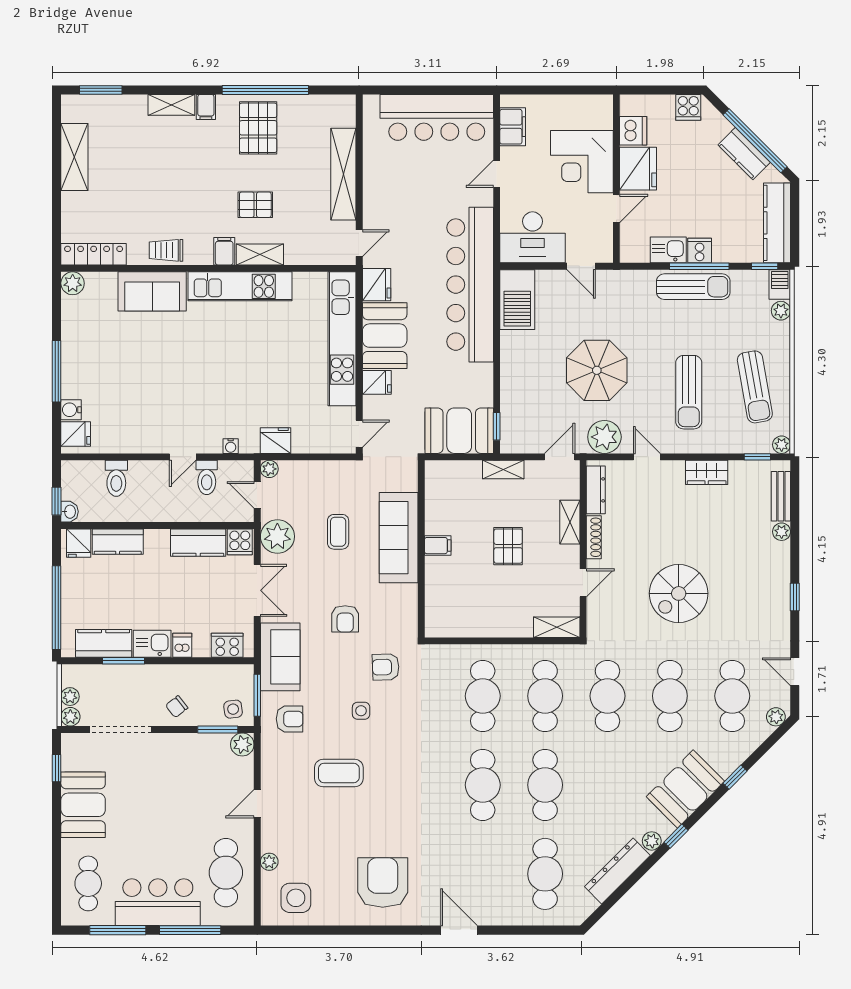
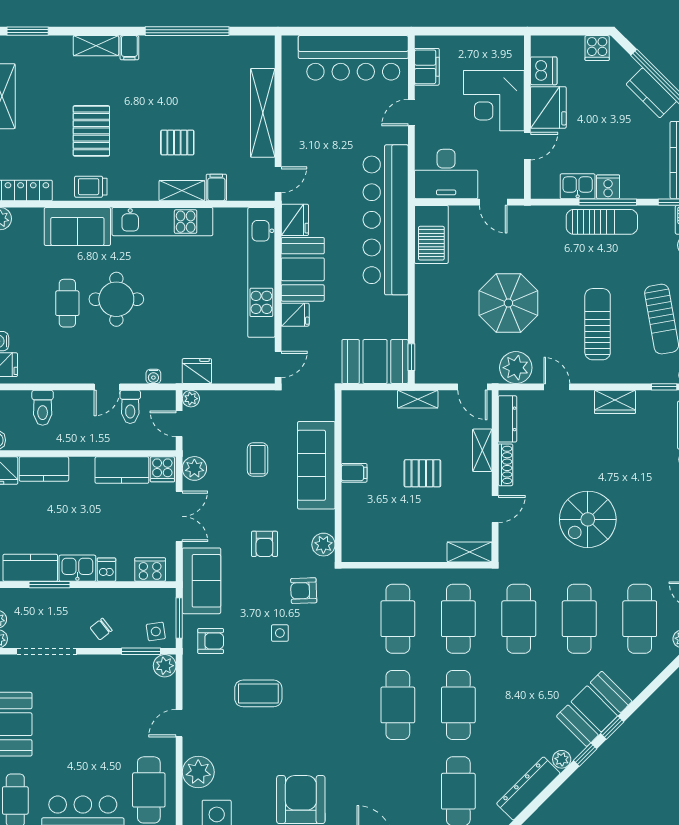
pallet: (258, 128) -> (91, 131), moved
filing cabinet: (224, 251) -> (216, 188), moved
round table: (192, 366) -> (116, 299), added
cafe table: (142, 371) -> (67, 303), added
sun lounger: (689, 392) -> (598, 324), turned 180
door: (560, 457) -> (472, 387), swing flipped
plant: (277, 536) -> (194, 468), width x0.73, depth x0.73
pallet: (508, 546) -> (422, 473), turned 90
plant: (406, 619) -> (323, 545), added
window: (735, 777) -> (612, 728), moved
plant: (269, 862) -> (198, 772), width x1.88, depth x1.88

